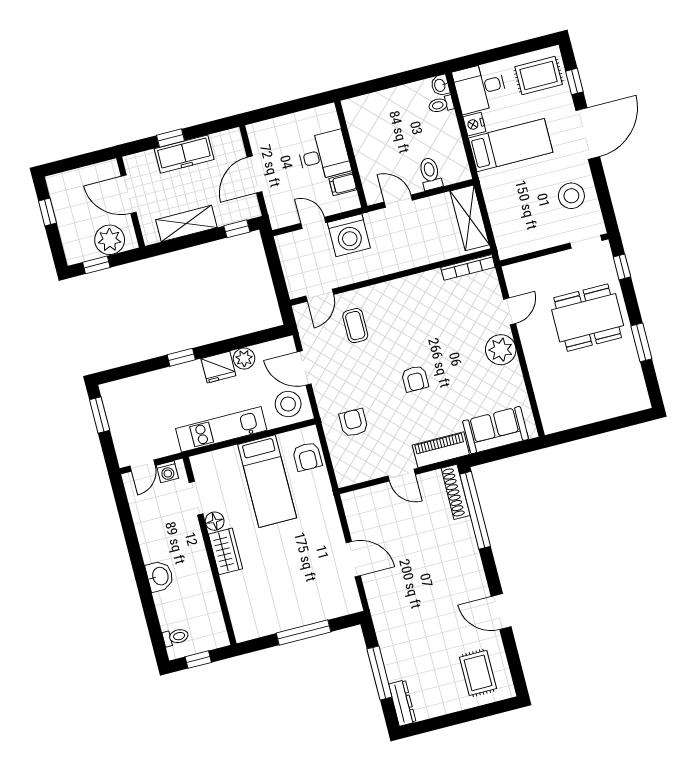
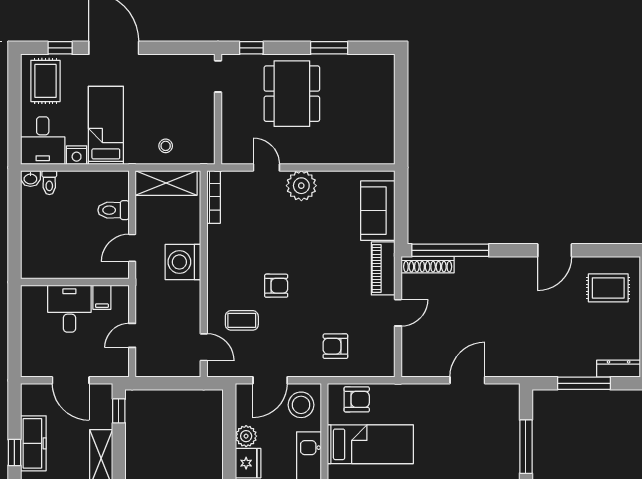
stool: (571, 196) -> (166, 146), moved, width x0.53, depth x0.53
washing machine: (349, 235) -> (183, 262), moved, turned 180
armchair: (415, 379) -> (276, 286), moved

